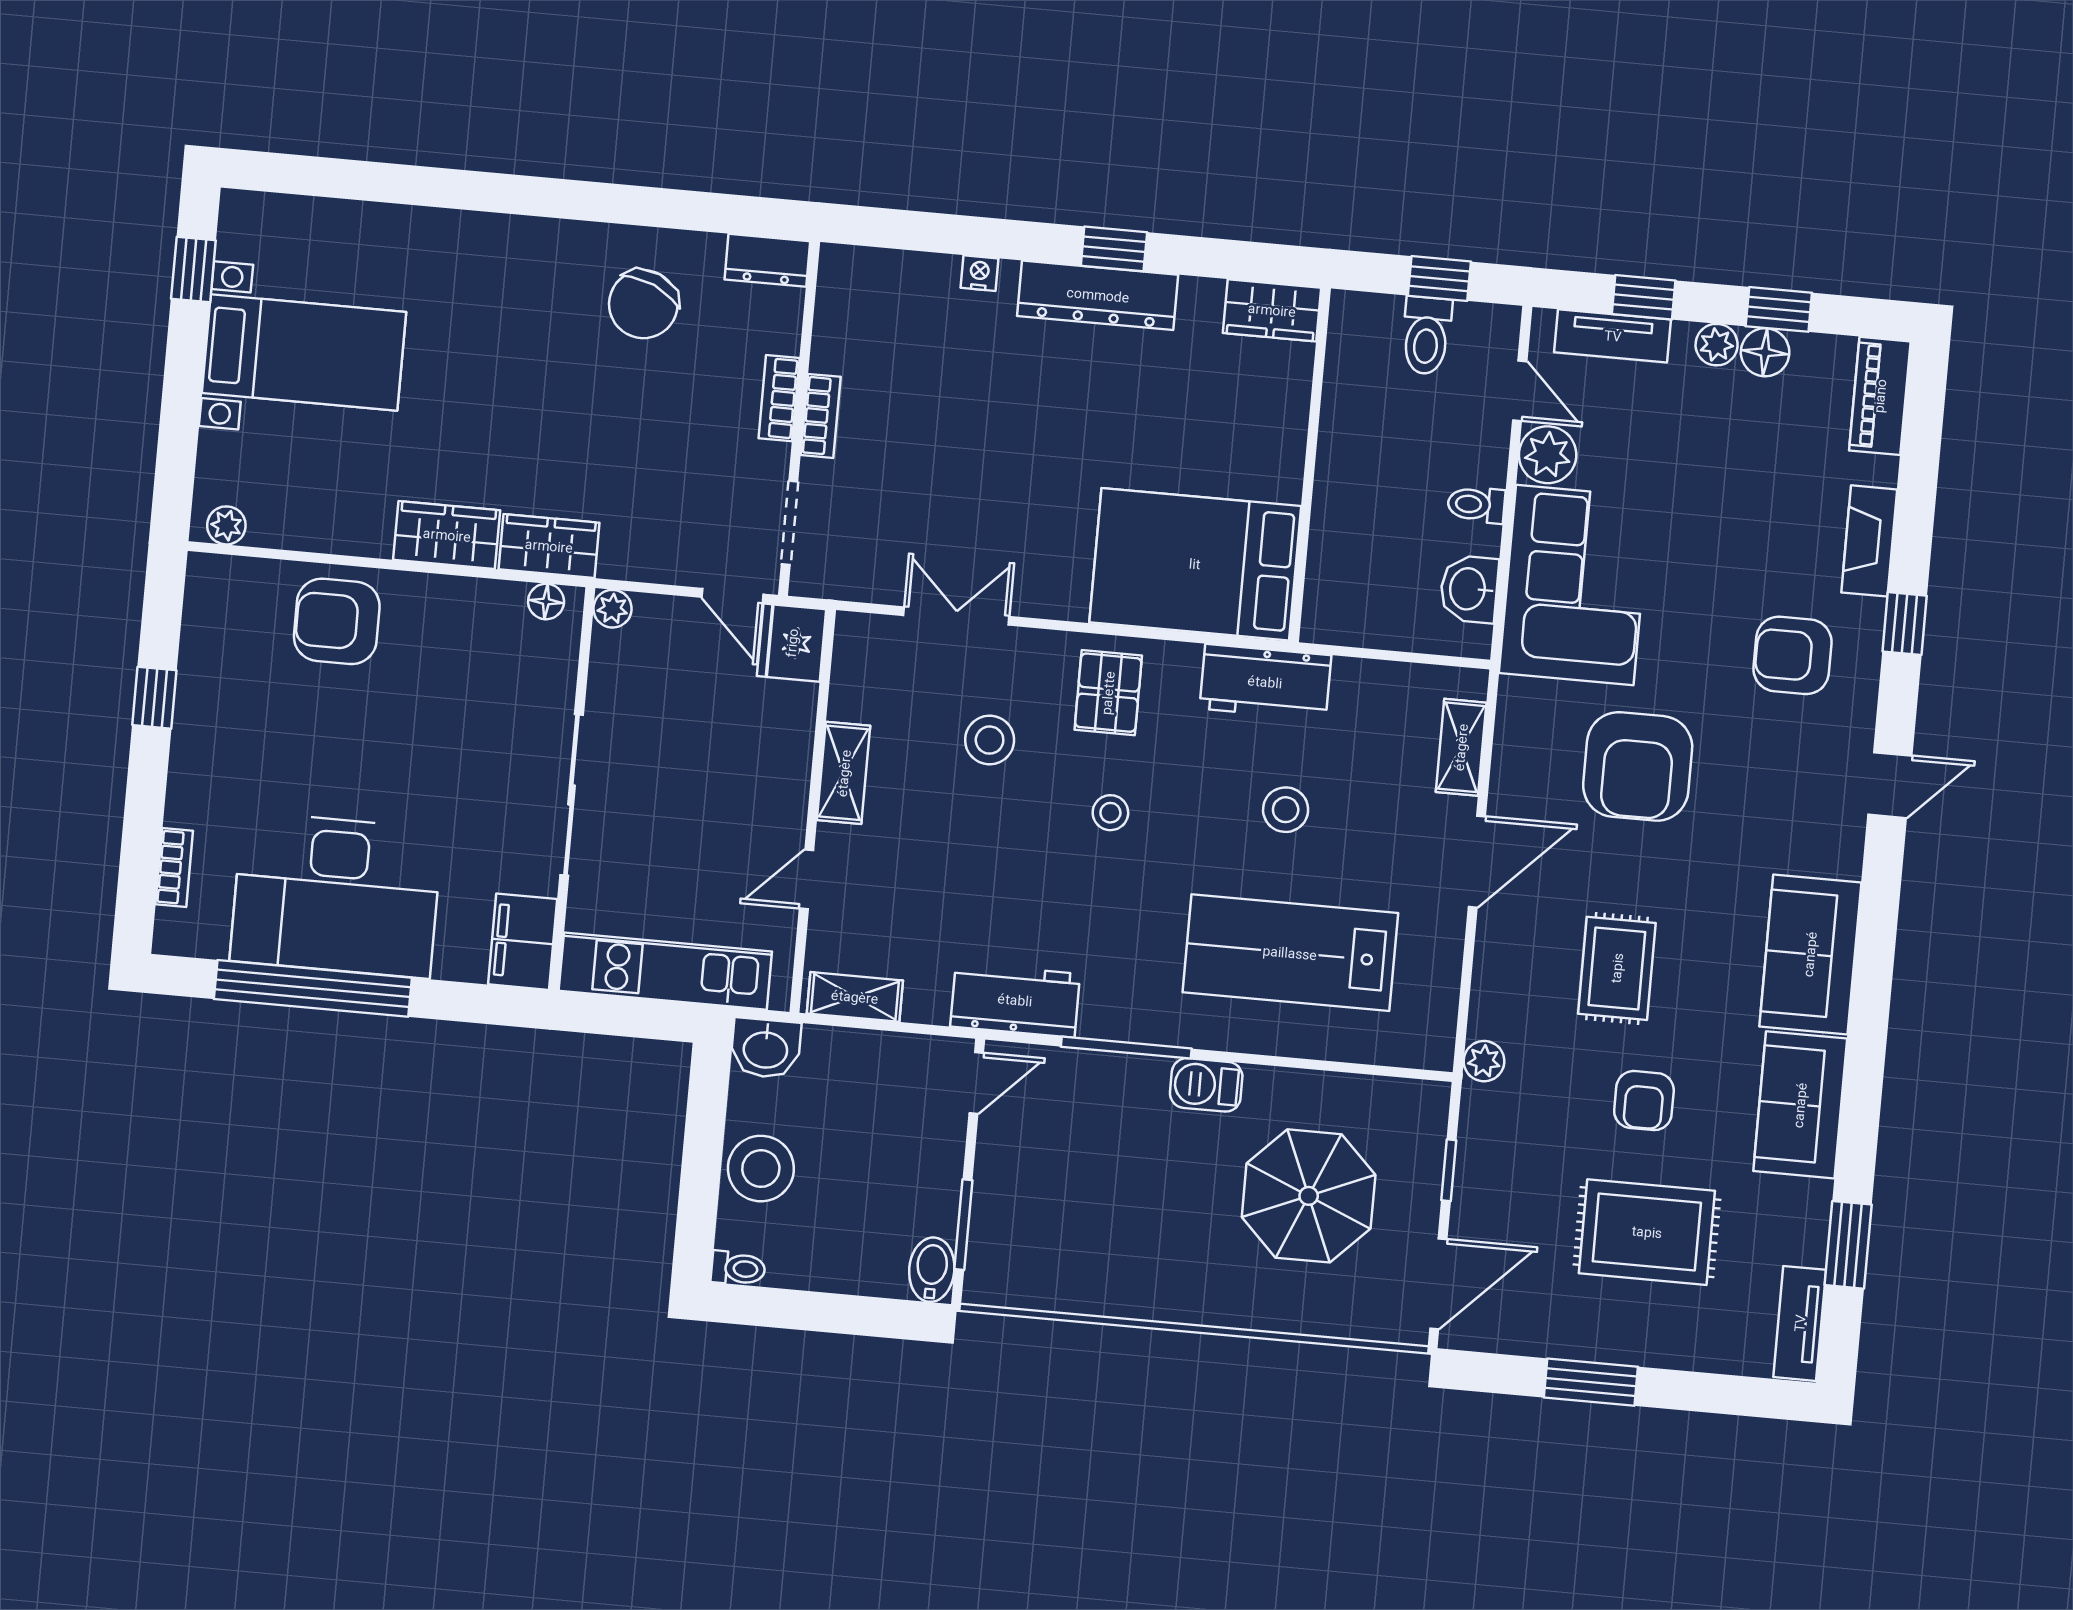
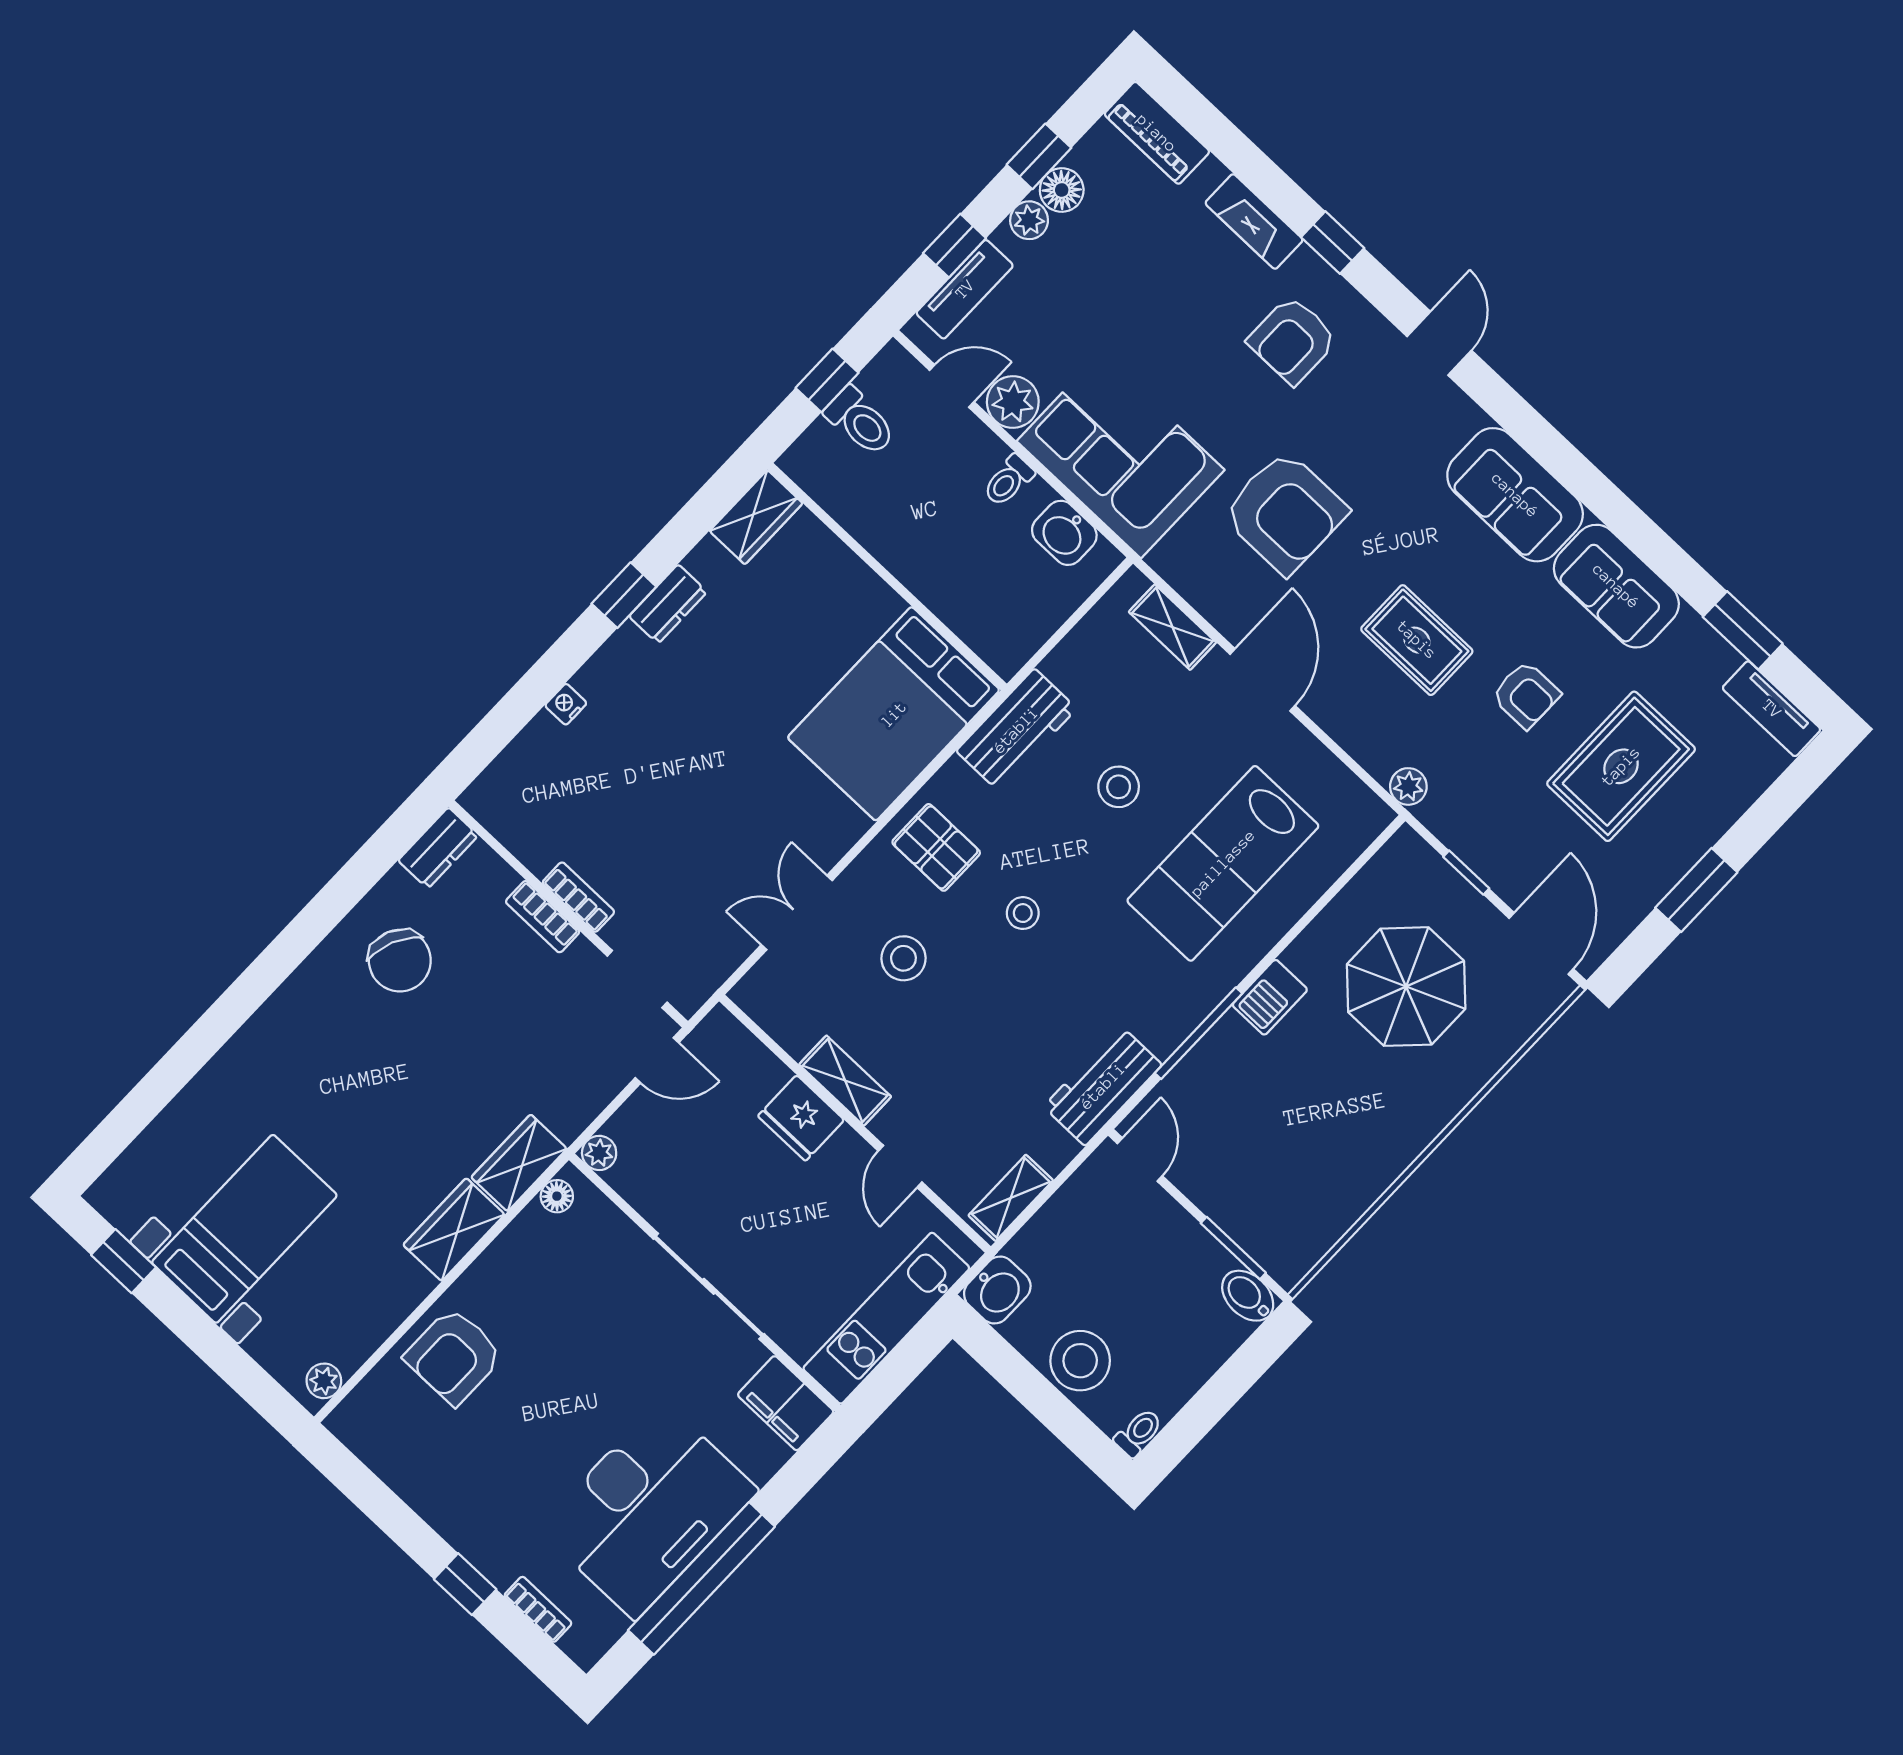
dresser: (1098, 295) -> (668, 604), width x0.51, depth x0.80
fridge: (792, 643) -> (801, 1118), moved
window: (154, 698) -> (465, 1584), moved

